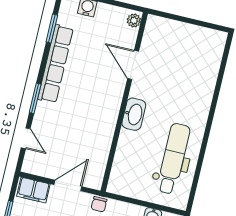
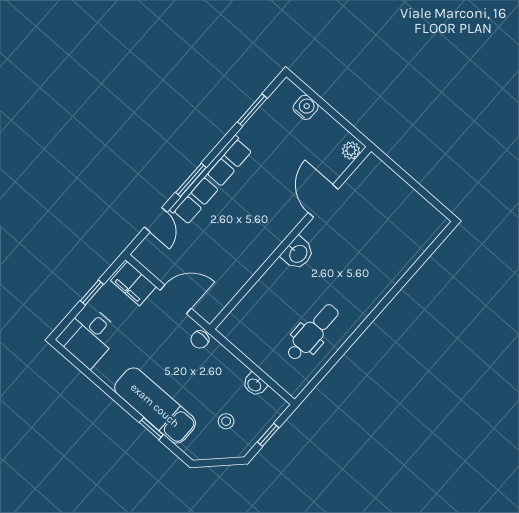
row of seats: (55, 64) -> (211, 180), moved
washbasin: (134, 114) -> (298, 253), width x0.72
dental chair: (173, 159) -> (312, 332), width x0.73, depth x0.72

